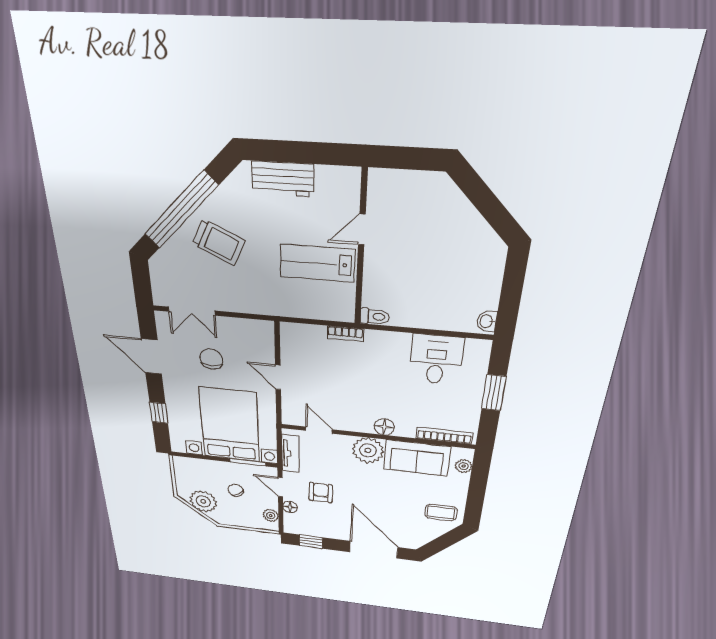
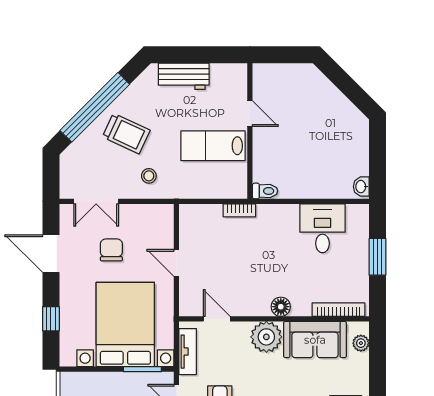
door: (362, 229) -> (250, 114), swing flipped
stool: (246, 290) -> (149, 176), added

